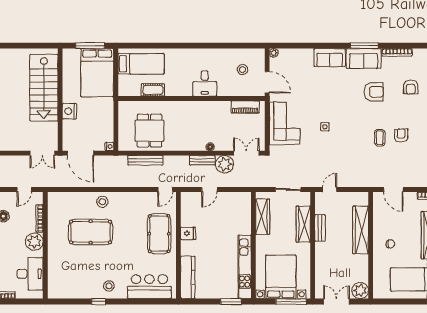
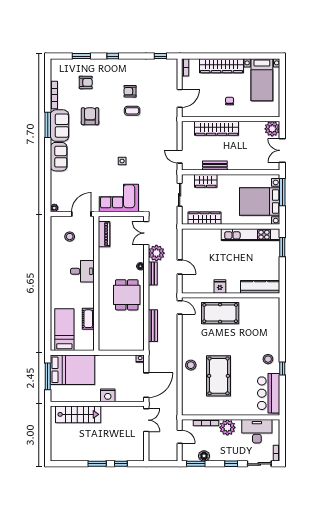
stairs: (44, 88) -> (78, 414), width x0.73, depth x0.66
dining table: (150, 131) -> (127, 295), moved, turned 90
wardrobe: (303, 224) -> (206, 181), width x0.67
bar counter: (149, 287) -> (269, 393), moved

